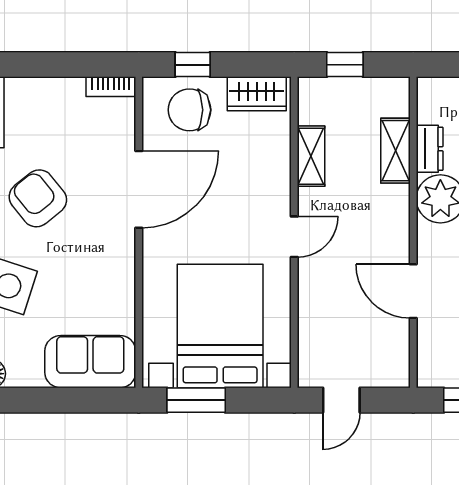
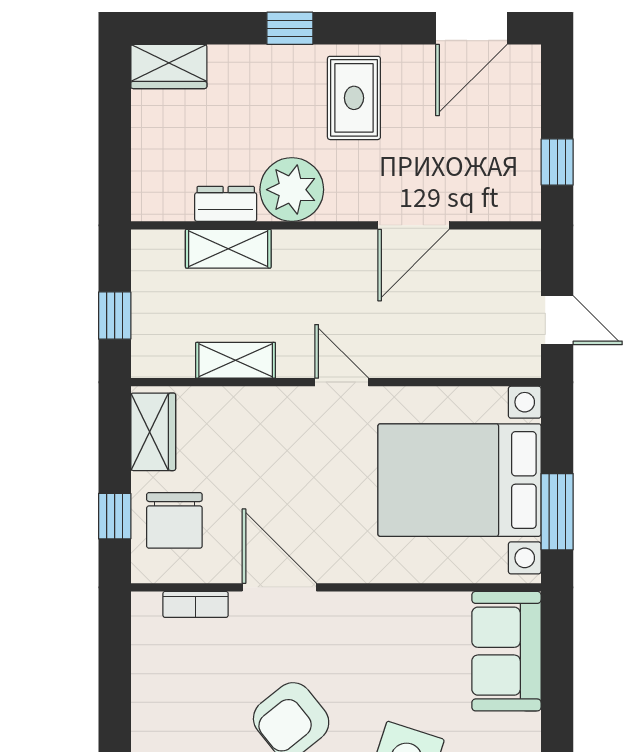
bookcase: (111, 87) -> (196, 604), moved, turned 90
door: (139, 189) -> (279, 587), width x0.73

